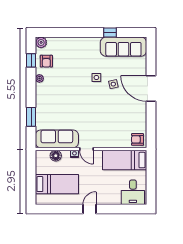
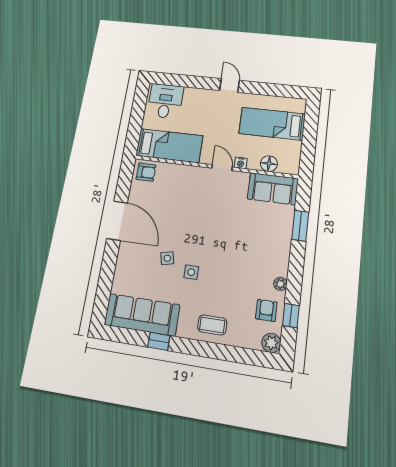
coffee table: (78, 47) -> (212, 325), added
door: (151, 89) -> (117, 221), moved
sofa: (57, 139) -> (273, 189), width x0.73
door: (89, 209) -> (230, 85), swing flipped

